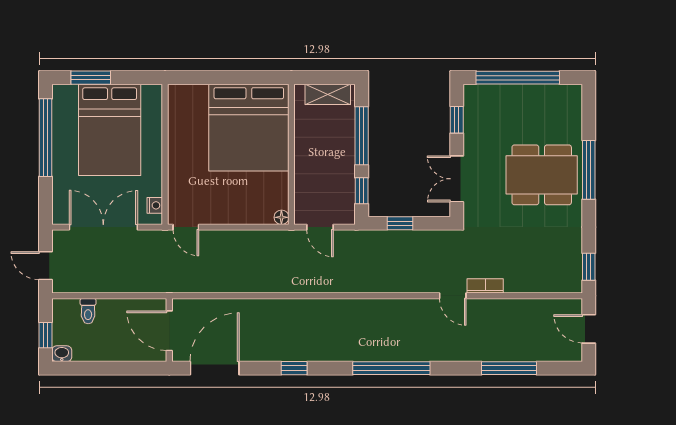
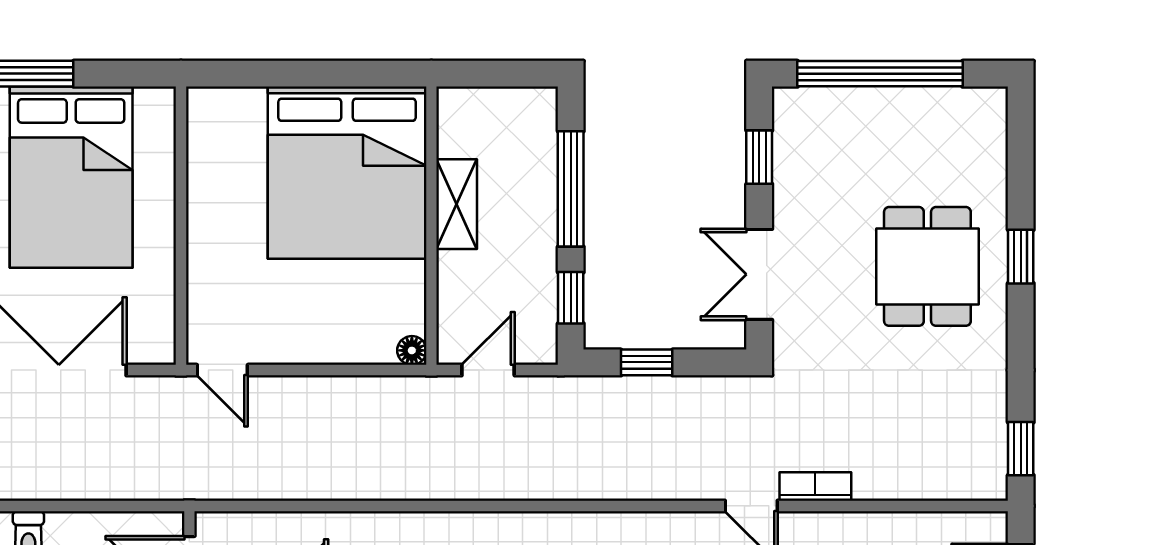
shelving: (328, 94) -> (457, 204), moved, turned 90
window: (589, 170) -> (1021, 257), width x0.46
dining table: (542, 175) -> (927, 266), width x0.73
nightstand: (155, 205) -> (161, 327), removed
door: (320, 227) -> (488, 370), swing flipped

